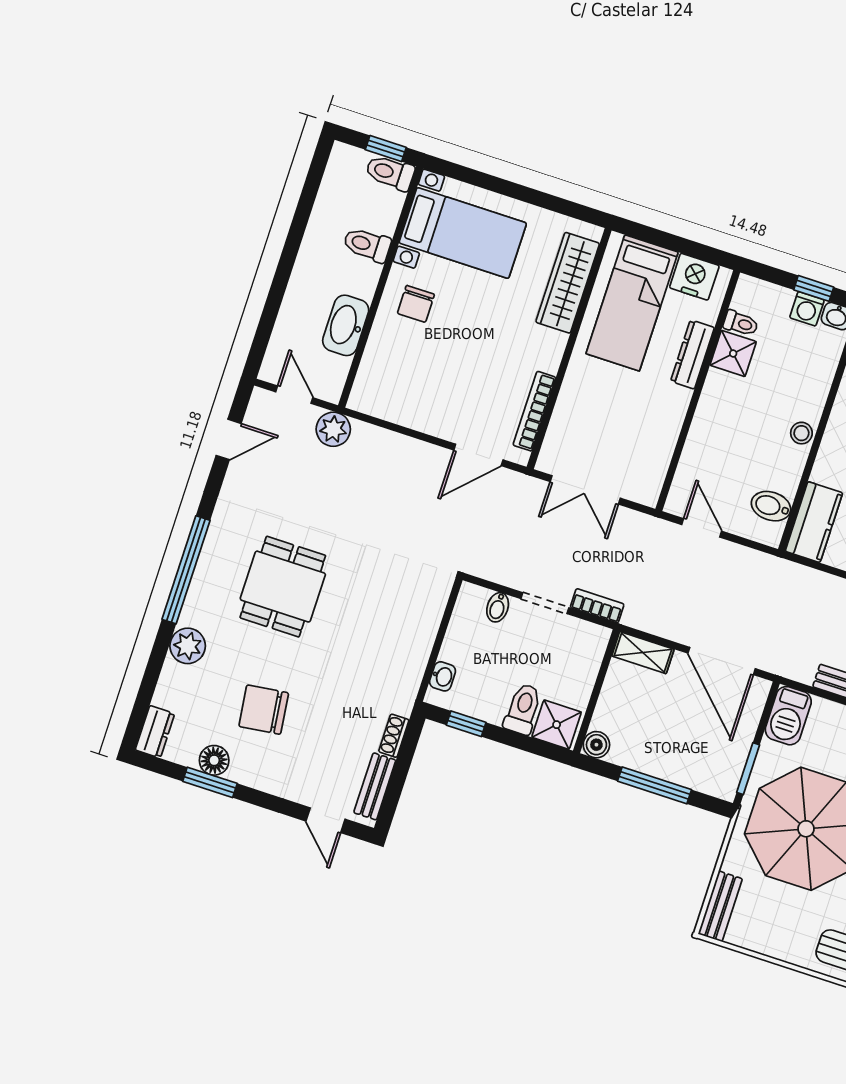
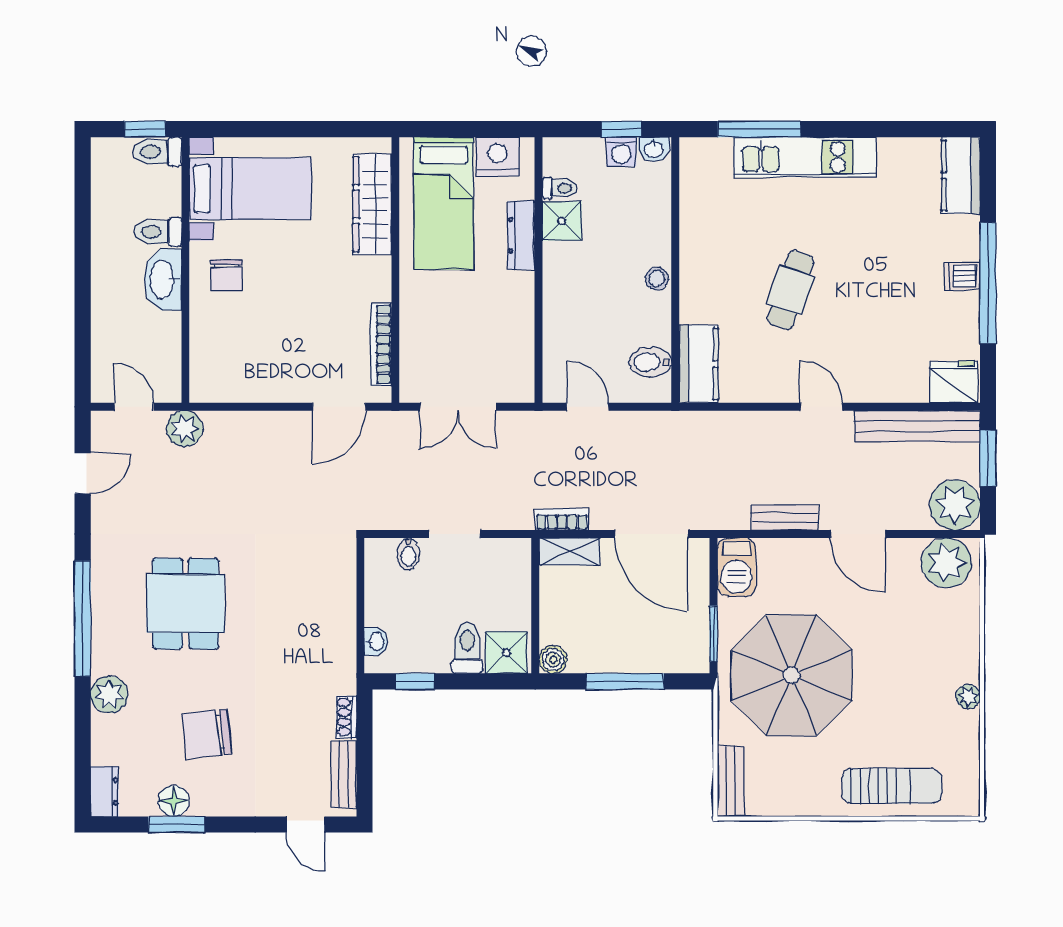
washbasin: (346, 325) -> (163, 280), moved
bookcase: (597, 606) -> (562, 520), moved

